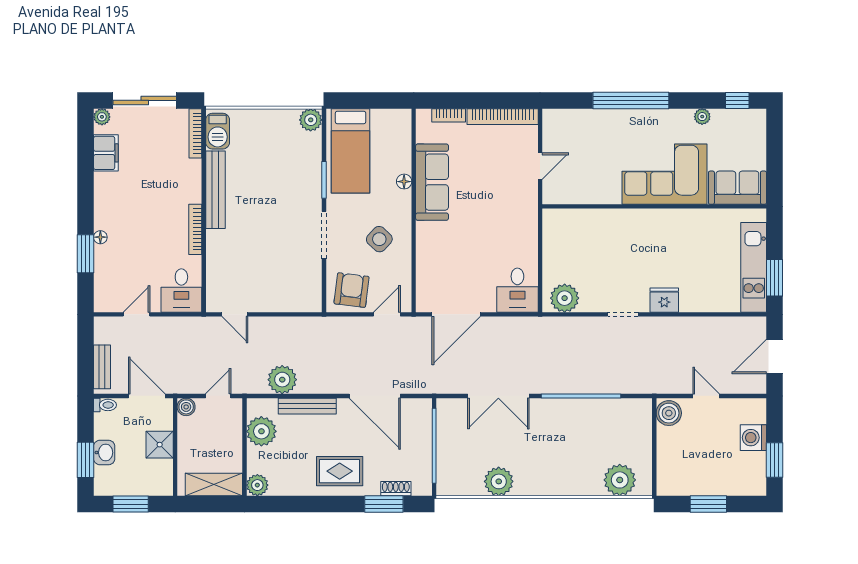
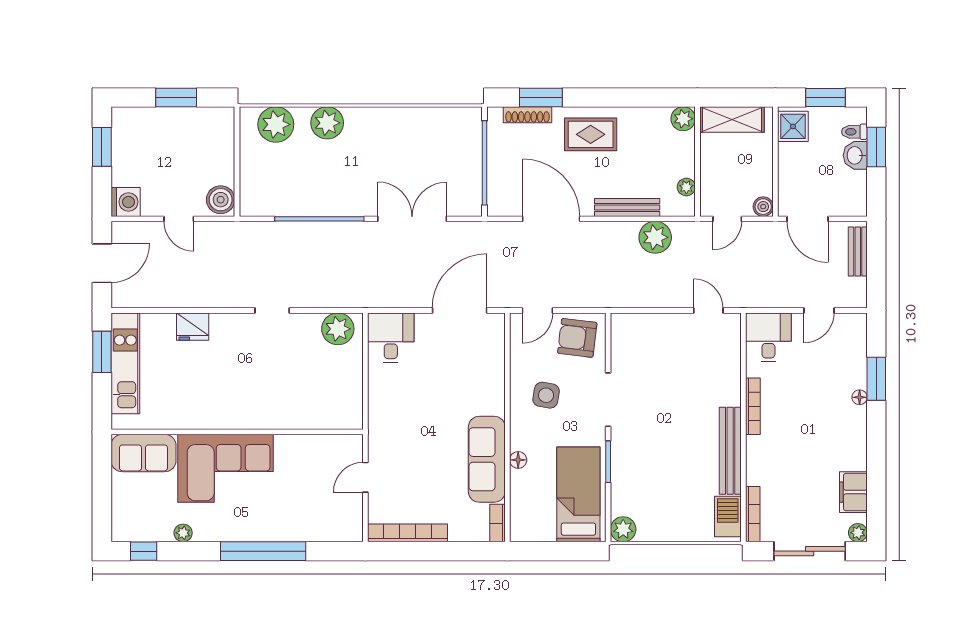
bookcase: (449, 115) -> (498, 523), moved, turned -90
side table: (379, 239) -> (546, 395), turned -33
armchair: (352, 290) -> (577, 338), turned 90
fridge: (664, 300) -> (193, 327), moved
toilet: (105, 405) -> (854, 132), moved
plant: (261, 431) -> (686, 187), width x0.53, depth x0.53
washing machine: (753, 438) -> (126, 202), moved
shower: (160, 445) -> (793, 126), moved
plant: (499, 481) -> (327, 123), moved
shoe rack: (396, 489) -> (527, 115), width x1.43

